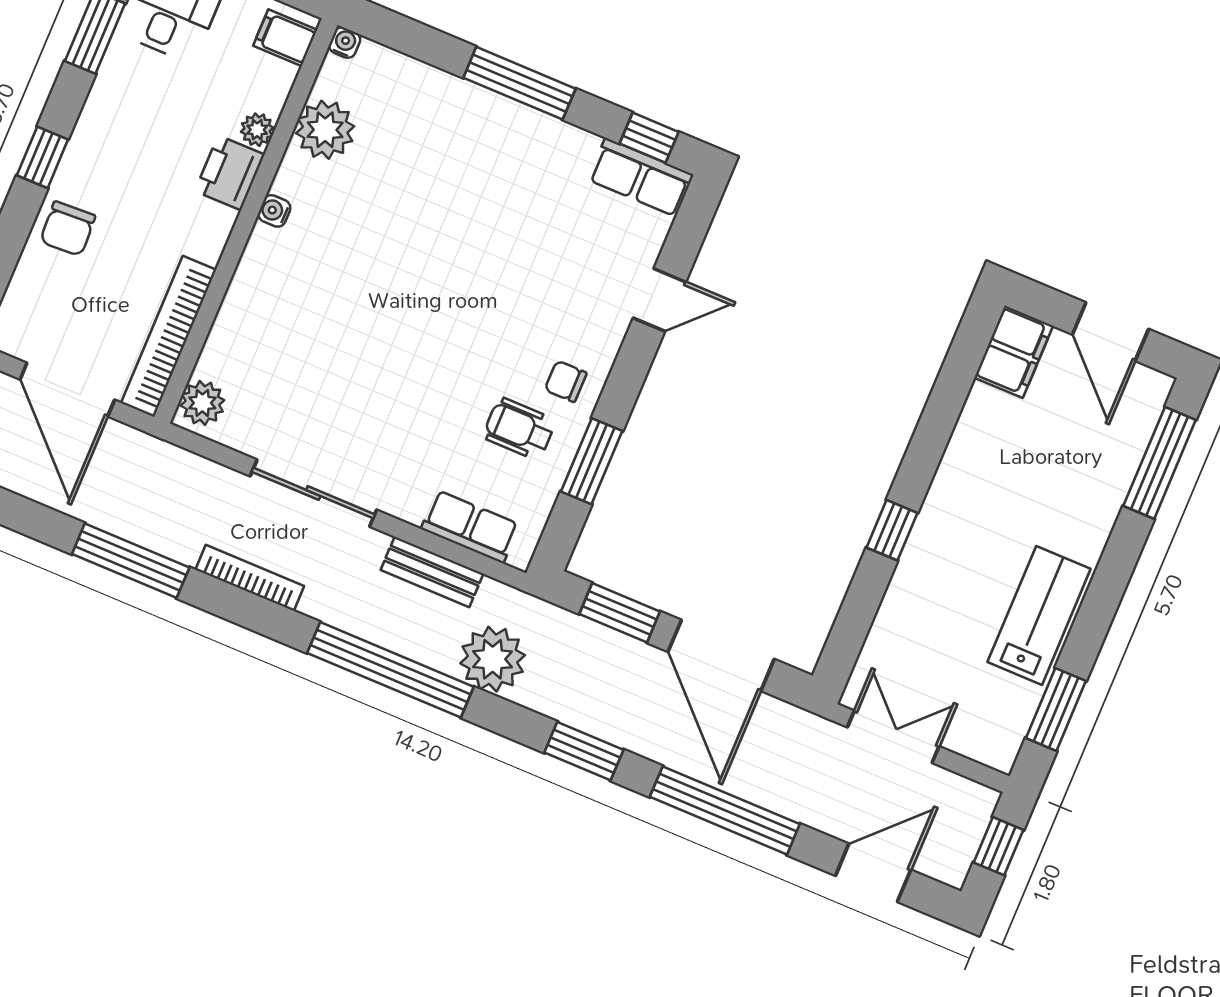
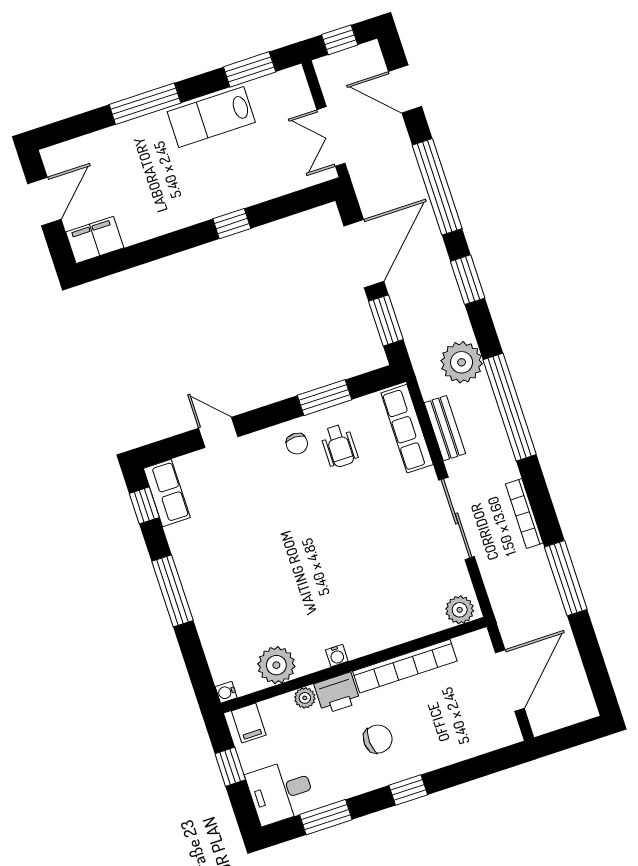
chair: (68, 229) -> (378, 739), moved
bookcase: (169, 336) -> (405, 666), moved
window: (1160, 463) -> (145, 104), moved
row of seats: (470, 527) -> (407, 429), width x1.48

